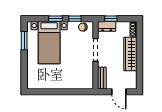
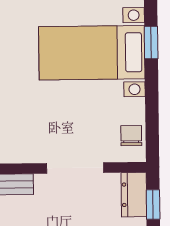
window: (56, 19) -> (151, 43), moved
window: (75, 19) -> (152, 116), removed

